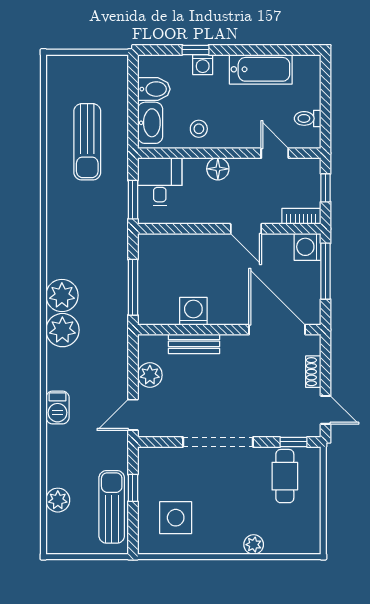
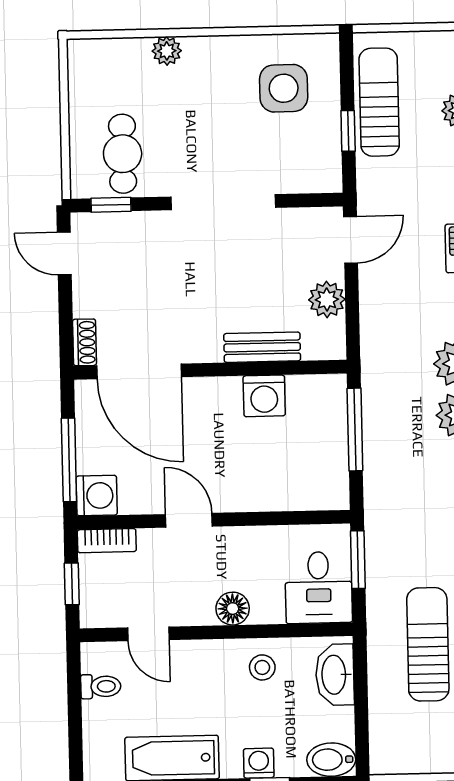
bidet: (154, 89) -> (331, 760), moved
shoe rack: (313, 372) -> (84, 342), moved
sun lounger: (112, 507) -> (379, 102), turned 180

